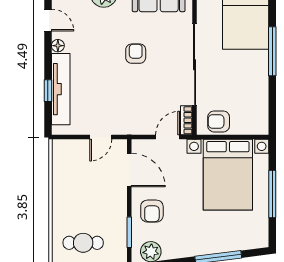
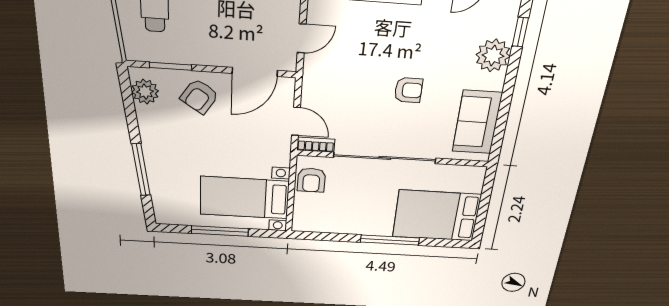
armchair: (219, 121) -> (311, 180), turned 180
door: (101, 137) -> (302, 38), swing flipped
bed with nightstands: (228, 175) -> (244, 198), width x0.73
armchair: (152, 211) -> (199, 96), turned -56

